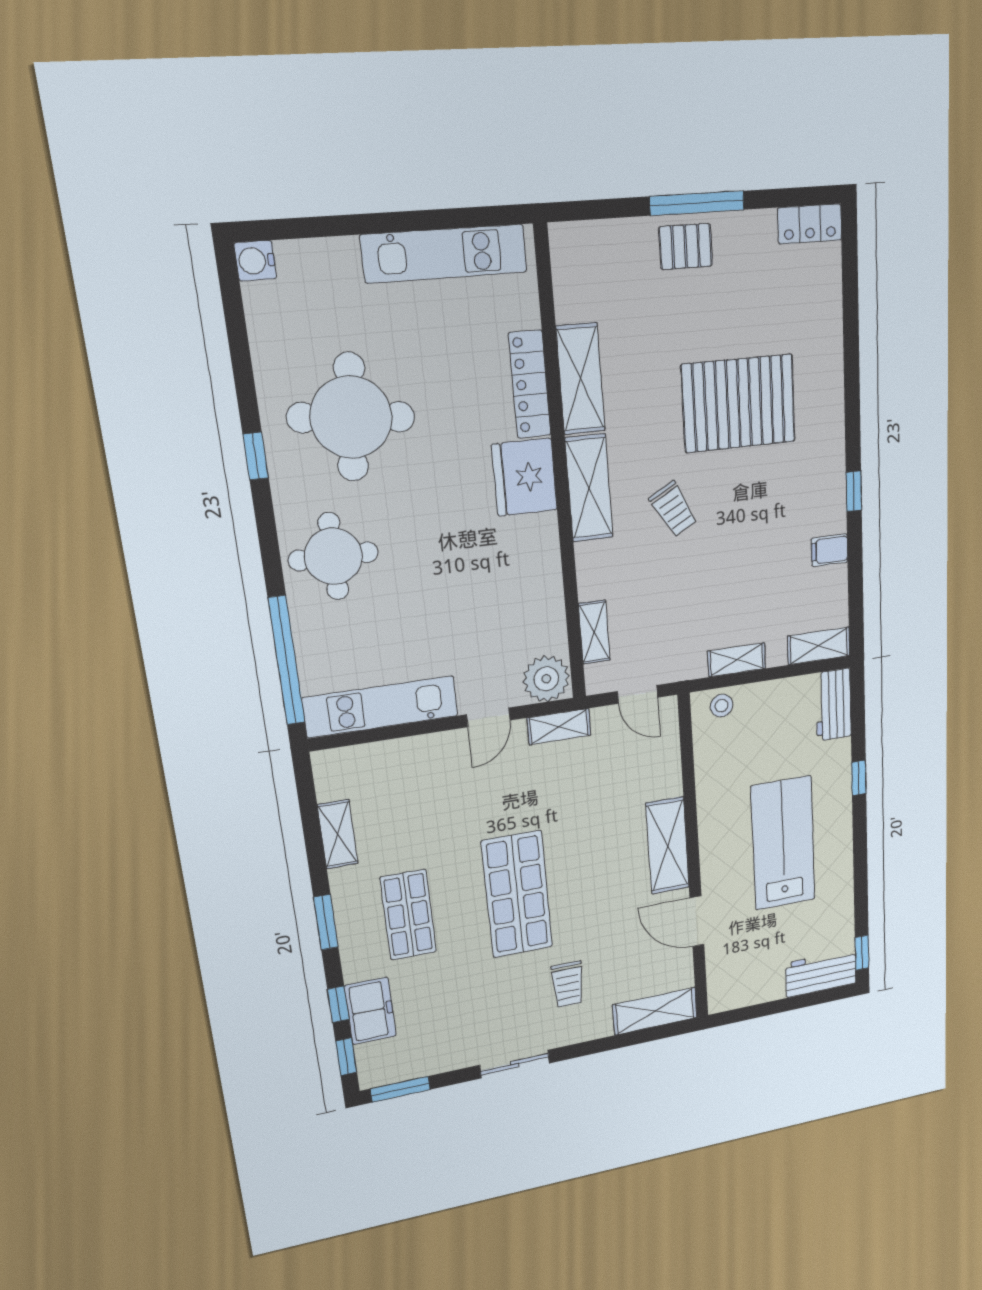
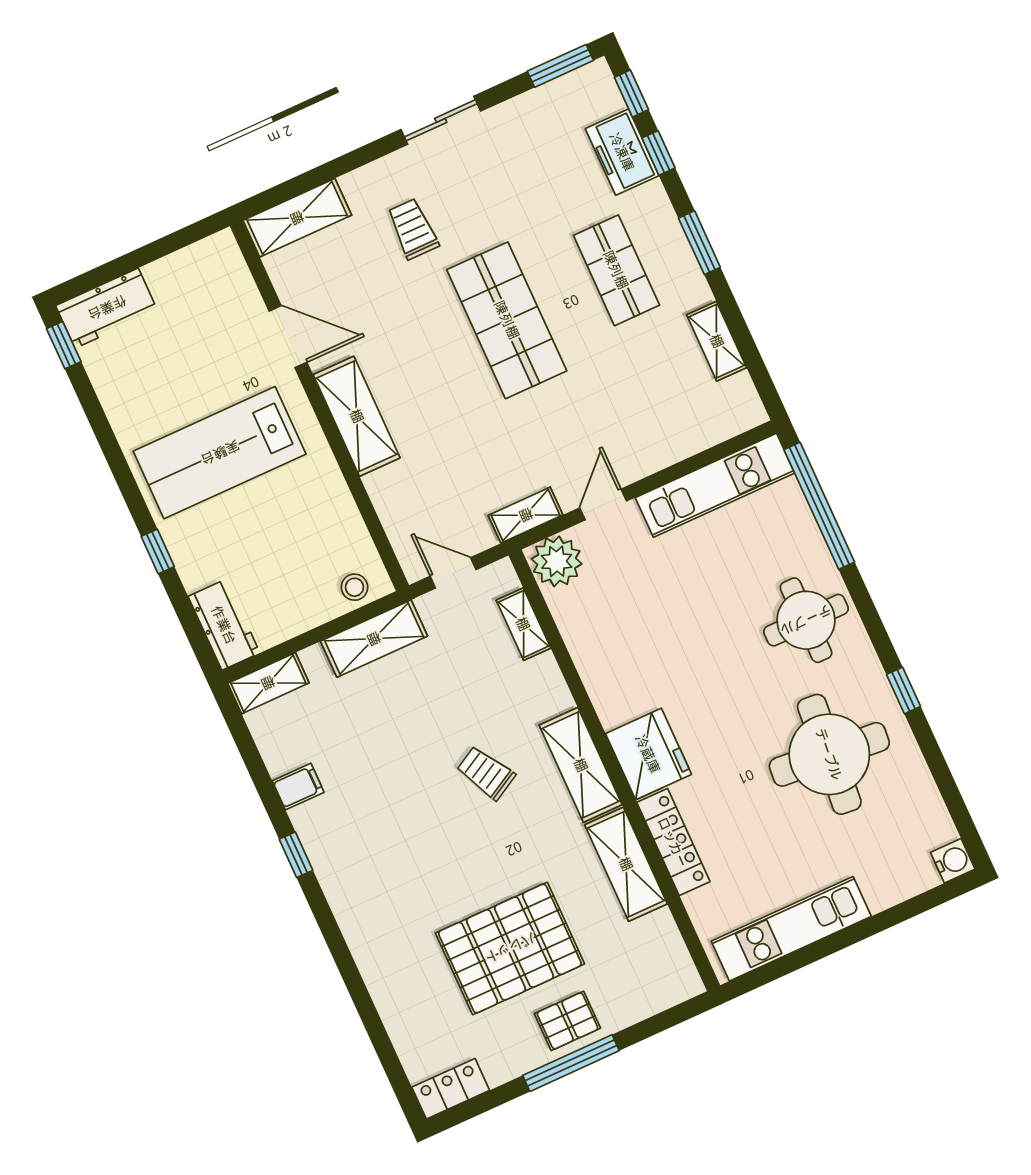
pallet: (739, 403) -> (510, 948), moved
shelving: (737, 660) -> (374, 639), width x1.50, depth x1.33
lab bench: (783, 843) -> (220, 453), turned 90

